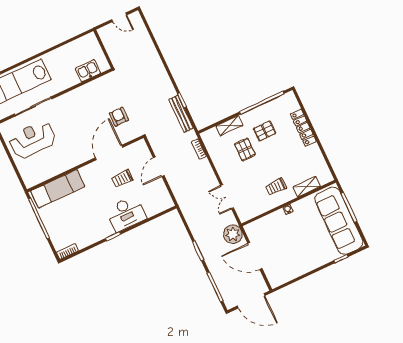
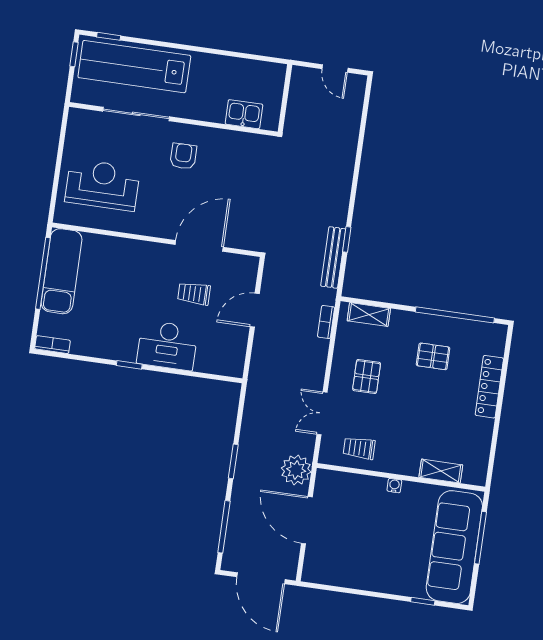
armchair: (119, 117) -> (183, 156), moved
shelving: (229, 126) -> (369, 315), moved
reception desk: (32, 140) -> (102, 185), moved
pallet: (245, 149) -> (367, 376), moved
trolley: (276, 187) -> (359, 448), moved
exam couch: (58, 189) -> (62, 271), moved, turned -90

